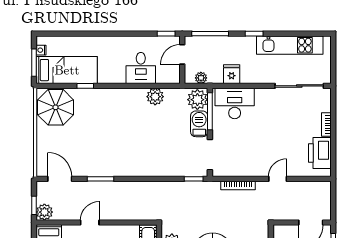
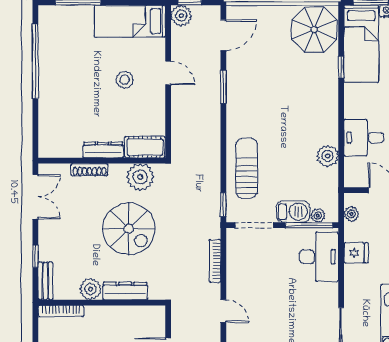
plant: (197, 100) -> (318, 216), width x0.53, depth x0.53
sun lounger: (165, 161) -> (247, 168), added

